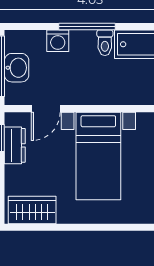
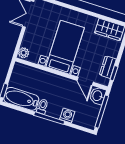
washbasin: (17, 68) -> (98, 96), moved
door: (46, 109) -> (85, 81), swing flipped

